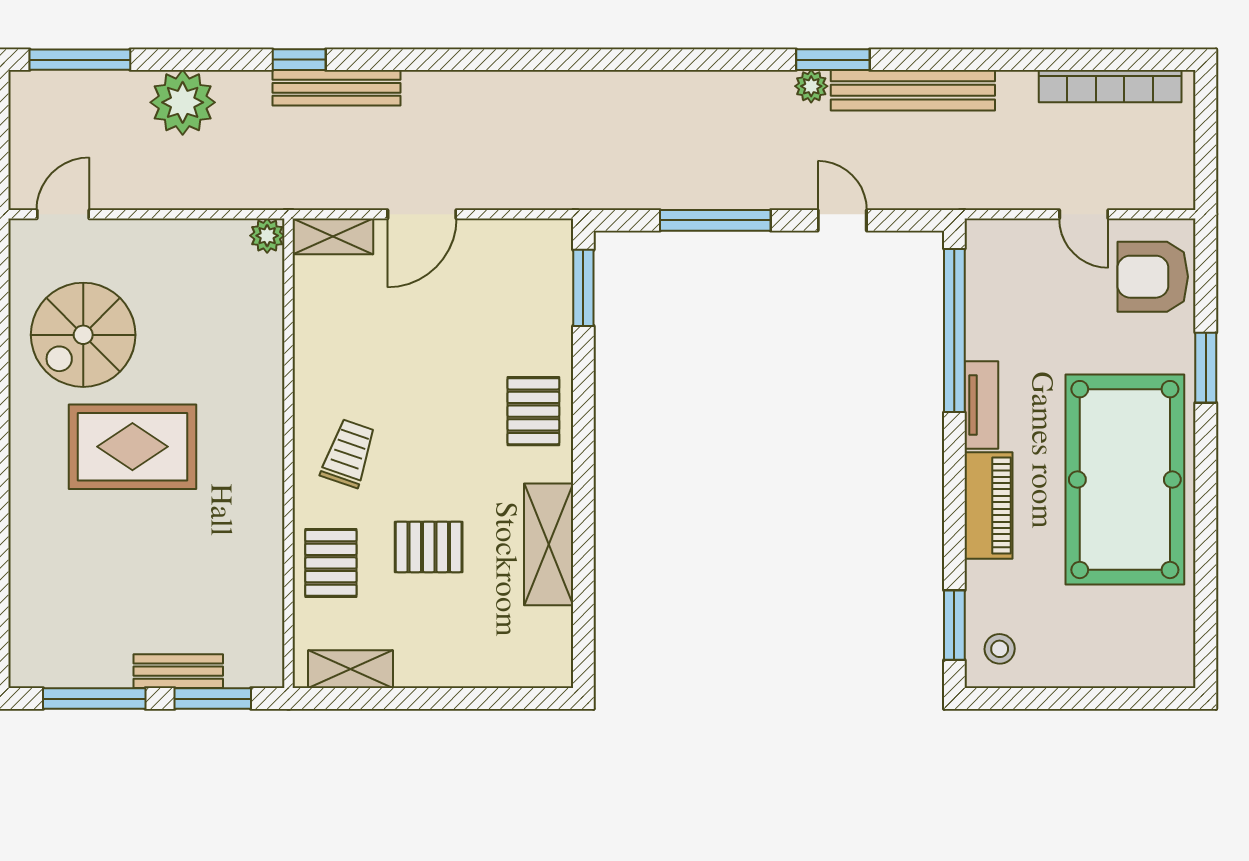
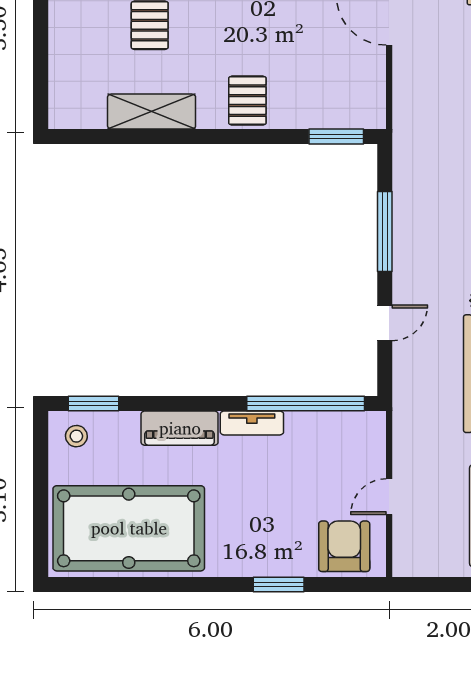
pallet: (533, 411) -> (247, 101), turned 90
pool table: (1125, 480) -> (129, 528), moved

